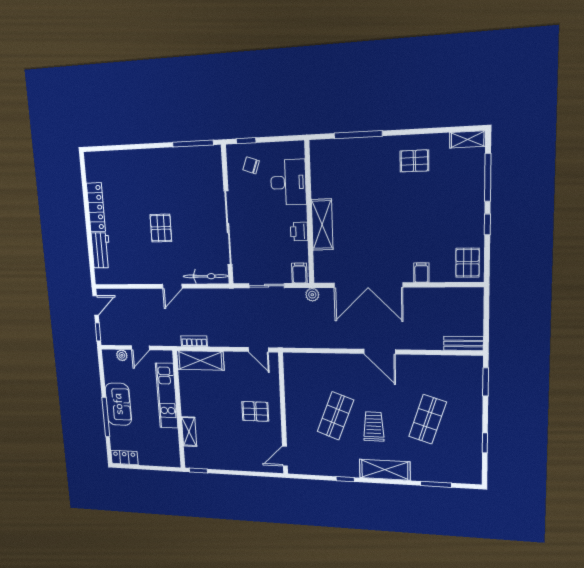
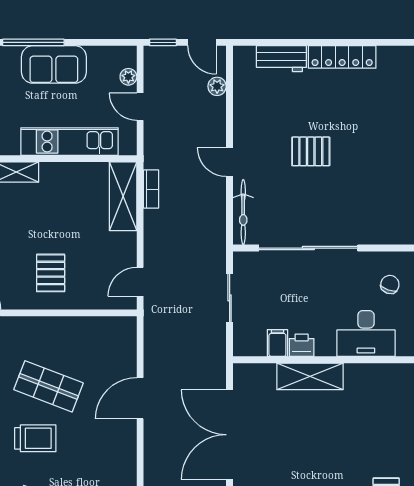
filing cabinet: (299, 273) -> (277, 343), moved, turned -90
plant: (312, 295) -> (217, 86), moved
door: (380, 352) -> (140, 398), moved

